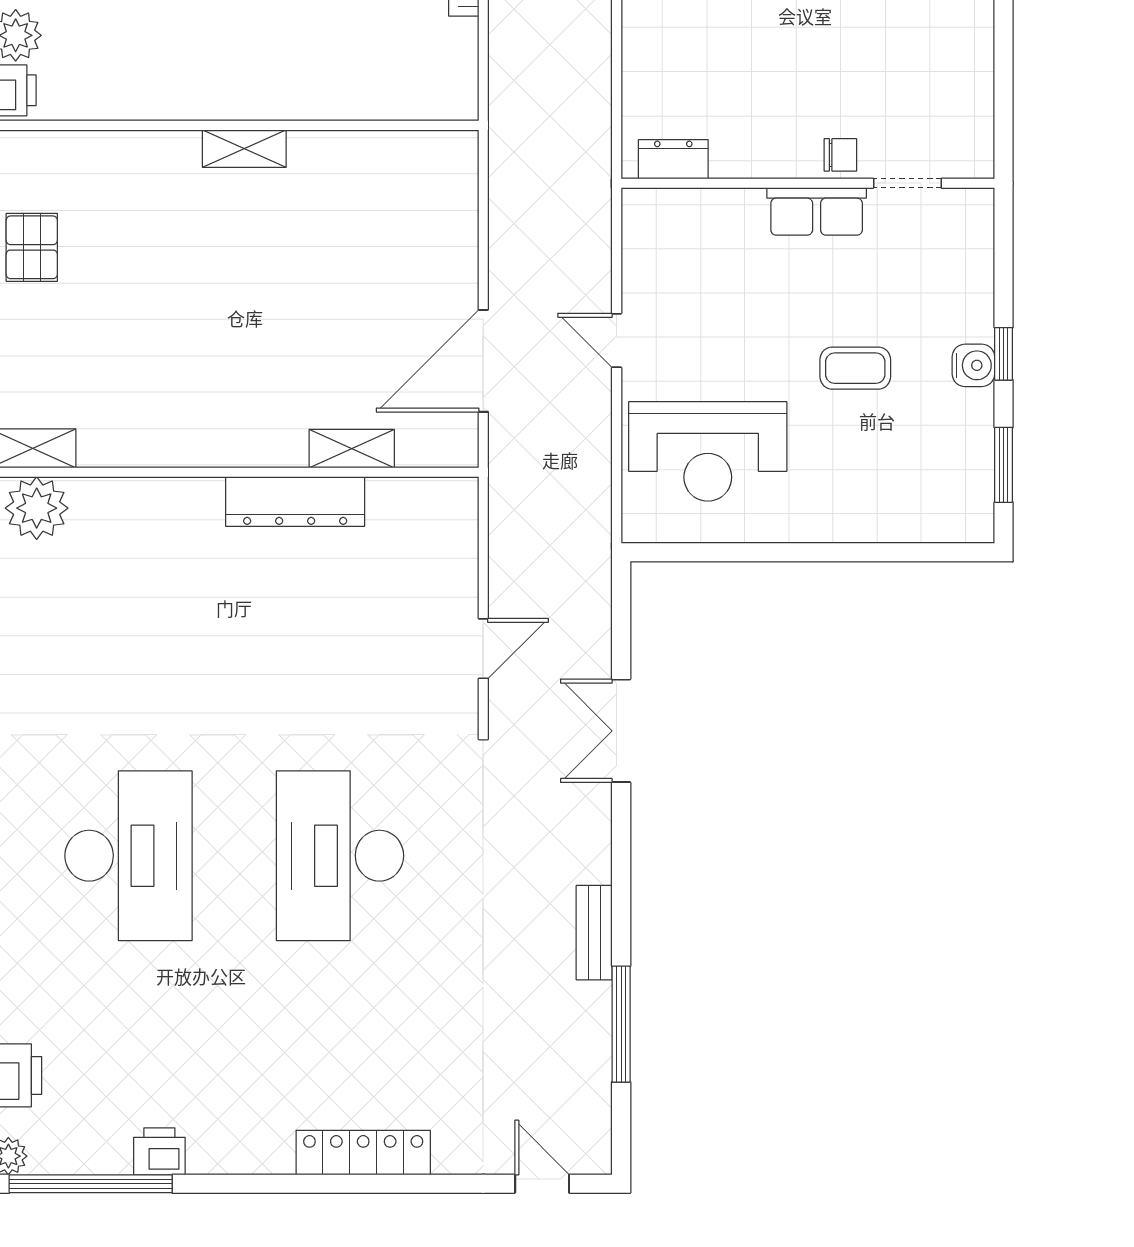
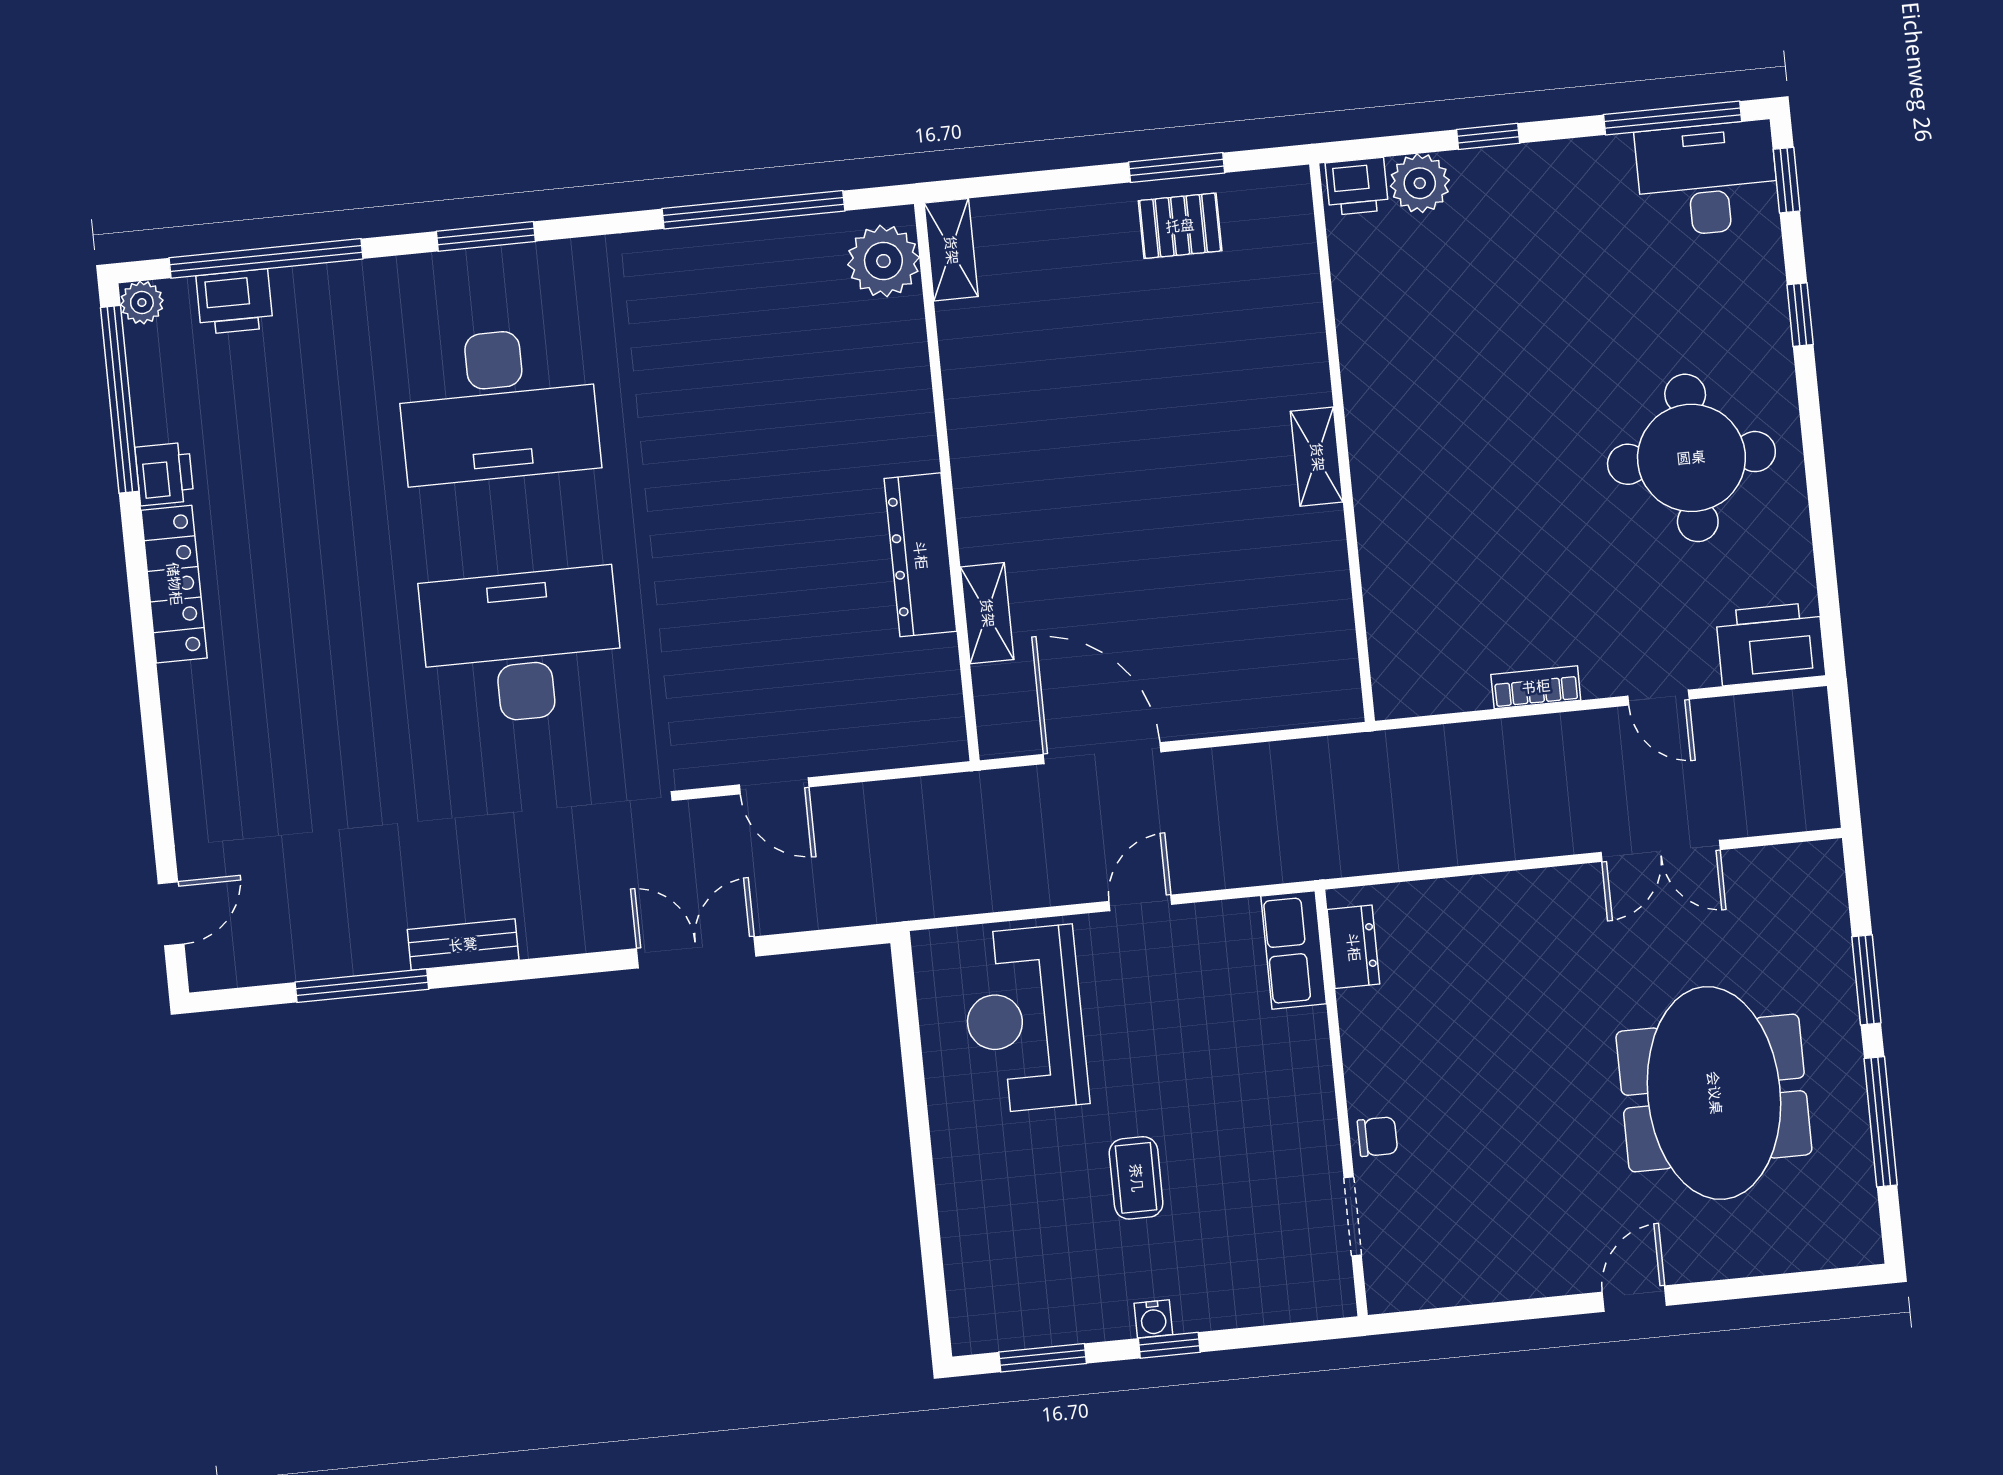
chair: (840, 155) -> (1377, 1137), turned -90
row of seats: (817, 211) -> (1294, 950), moved
water cooler: (973, 365) -> (1153, 1319), width x0.72, depth x0.72
locker: (363, 1153) -> (174, 584), moved

